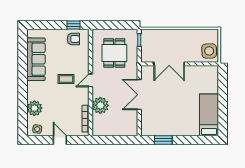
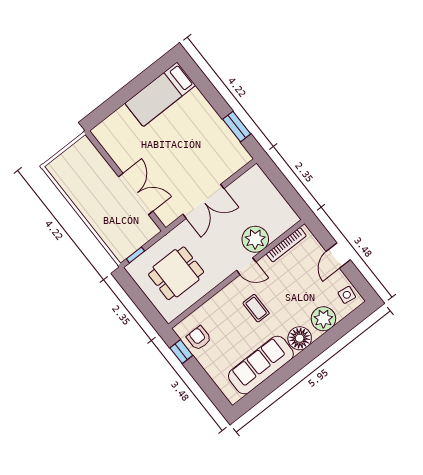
side table: (209, 51) -> (80, 157), removed
door: (91, 80) -> (246, 266), moved
floor lamp: (34, 89) -> (300, 338), added

